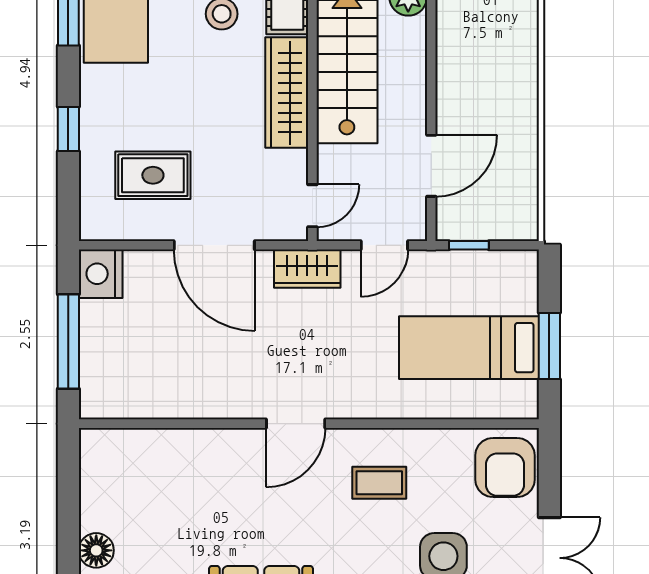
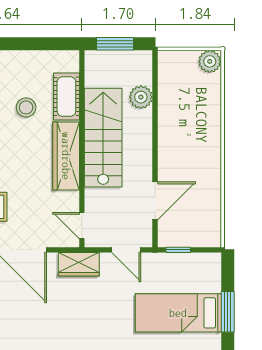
door: (312, 206) -> (82, 226), swing flipped
door: (384, 245) -> (126, 250), hinge flipped

